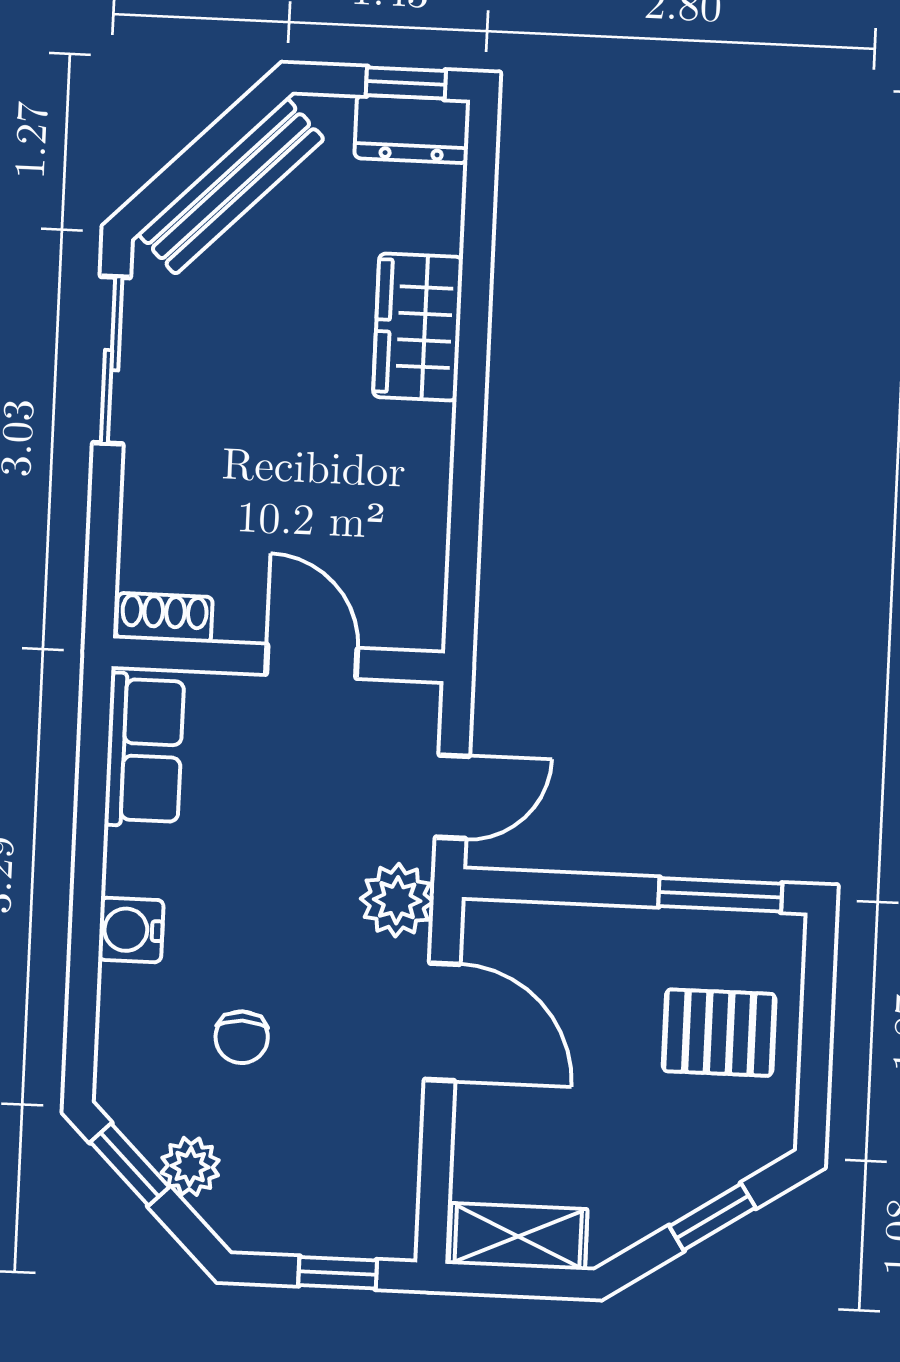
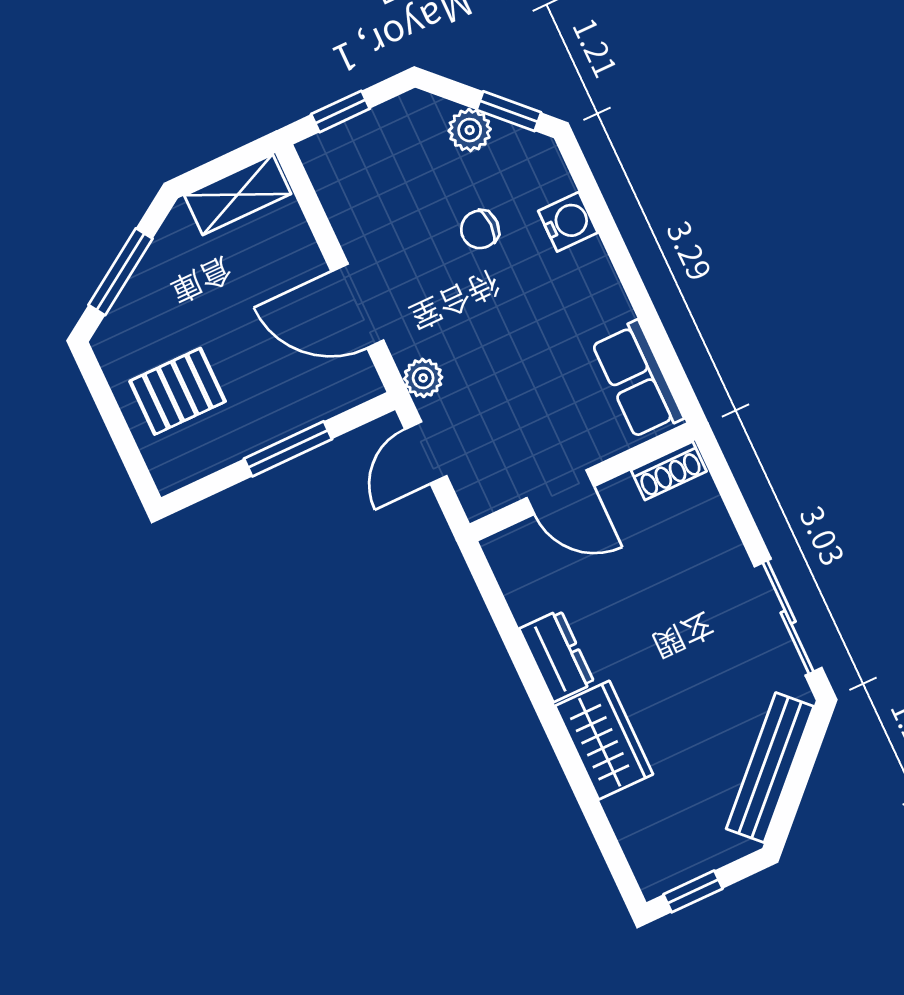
dresser: (412, 129) -> (557, 656), moved, turned 90
window: (720, 895) -> (288, 449), moved
plant: (397, 900) -> (423, 378), width x0.73, depth x0.73
water cooler: (131, 930) -> (568, 222), moved
chair: (242, 1037) -> (480, 229), turned -90
window: (712, 1217) -> (121, 272), width x1.50

